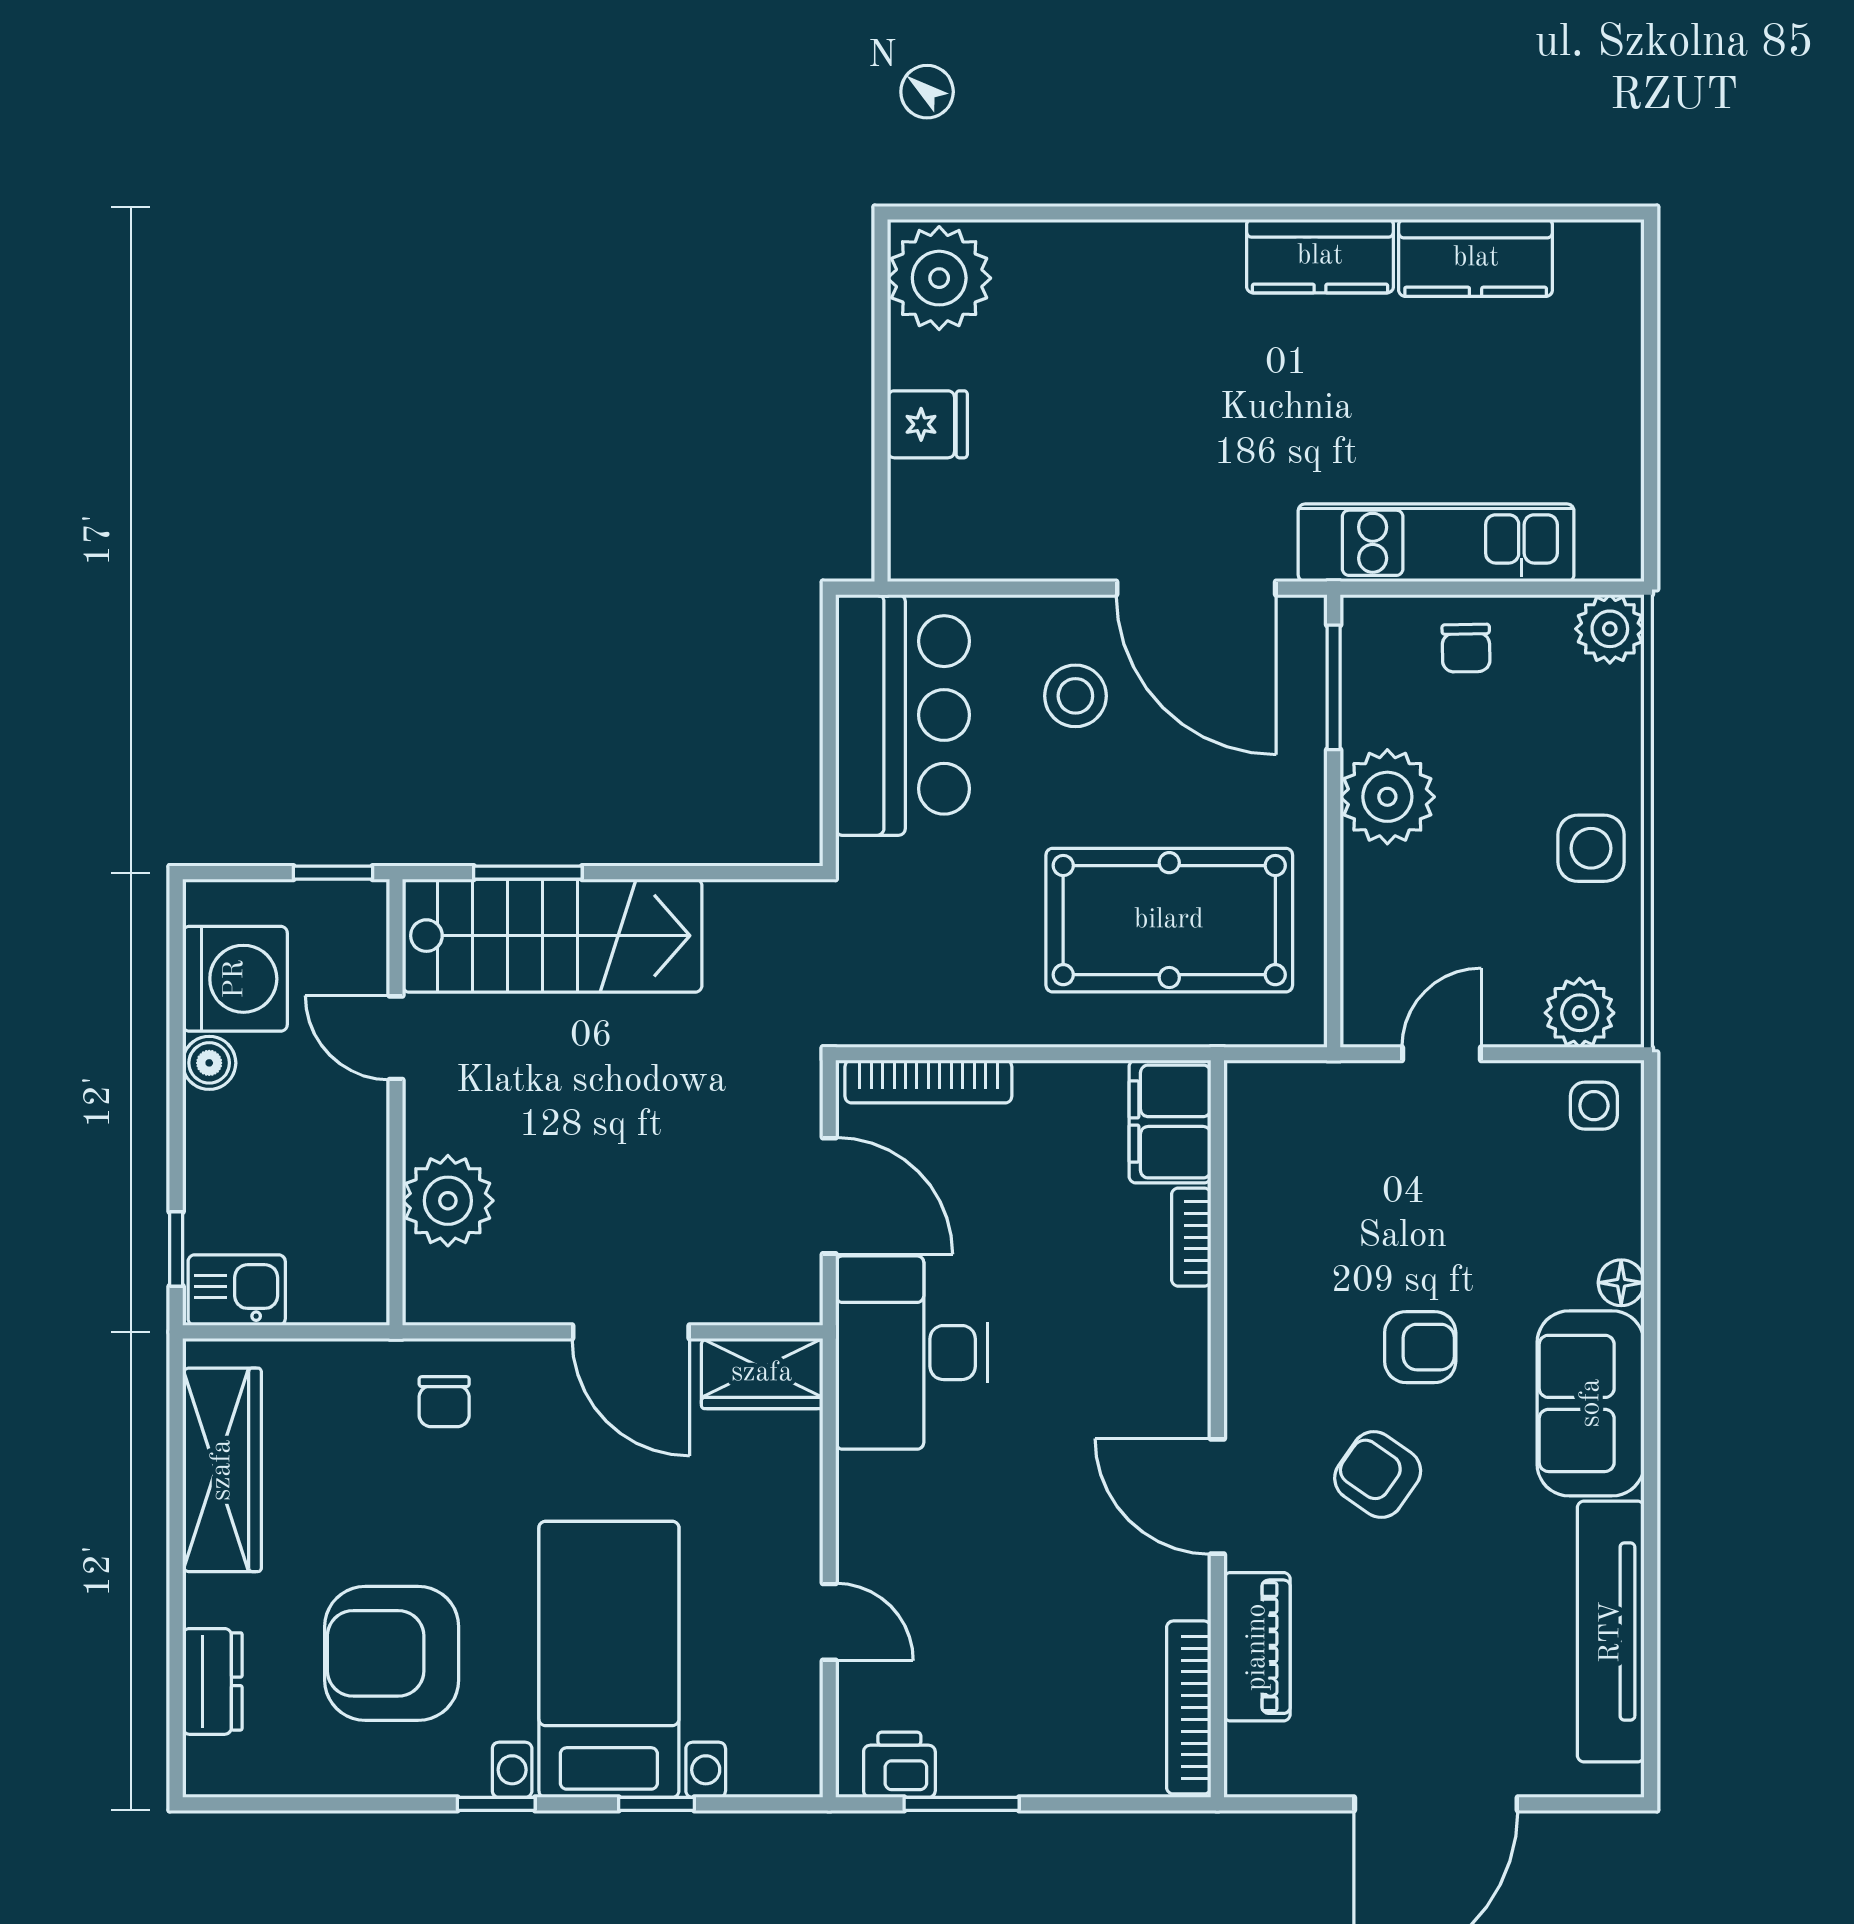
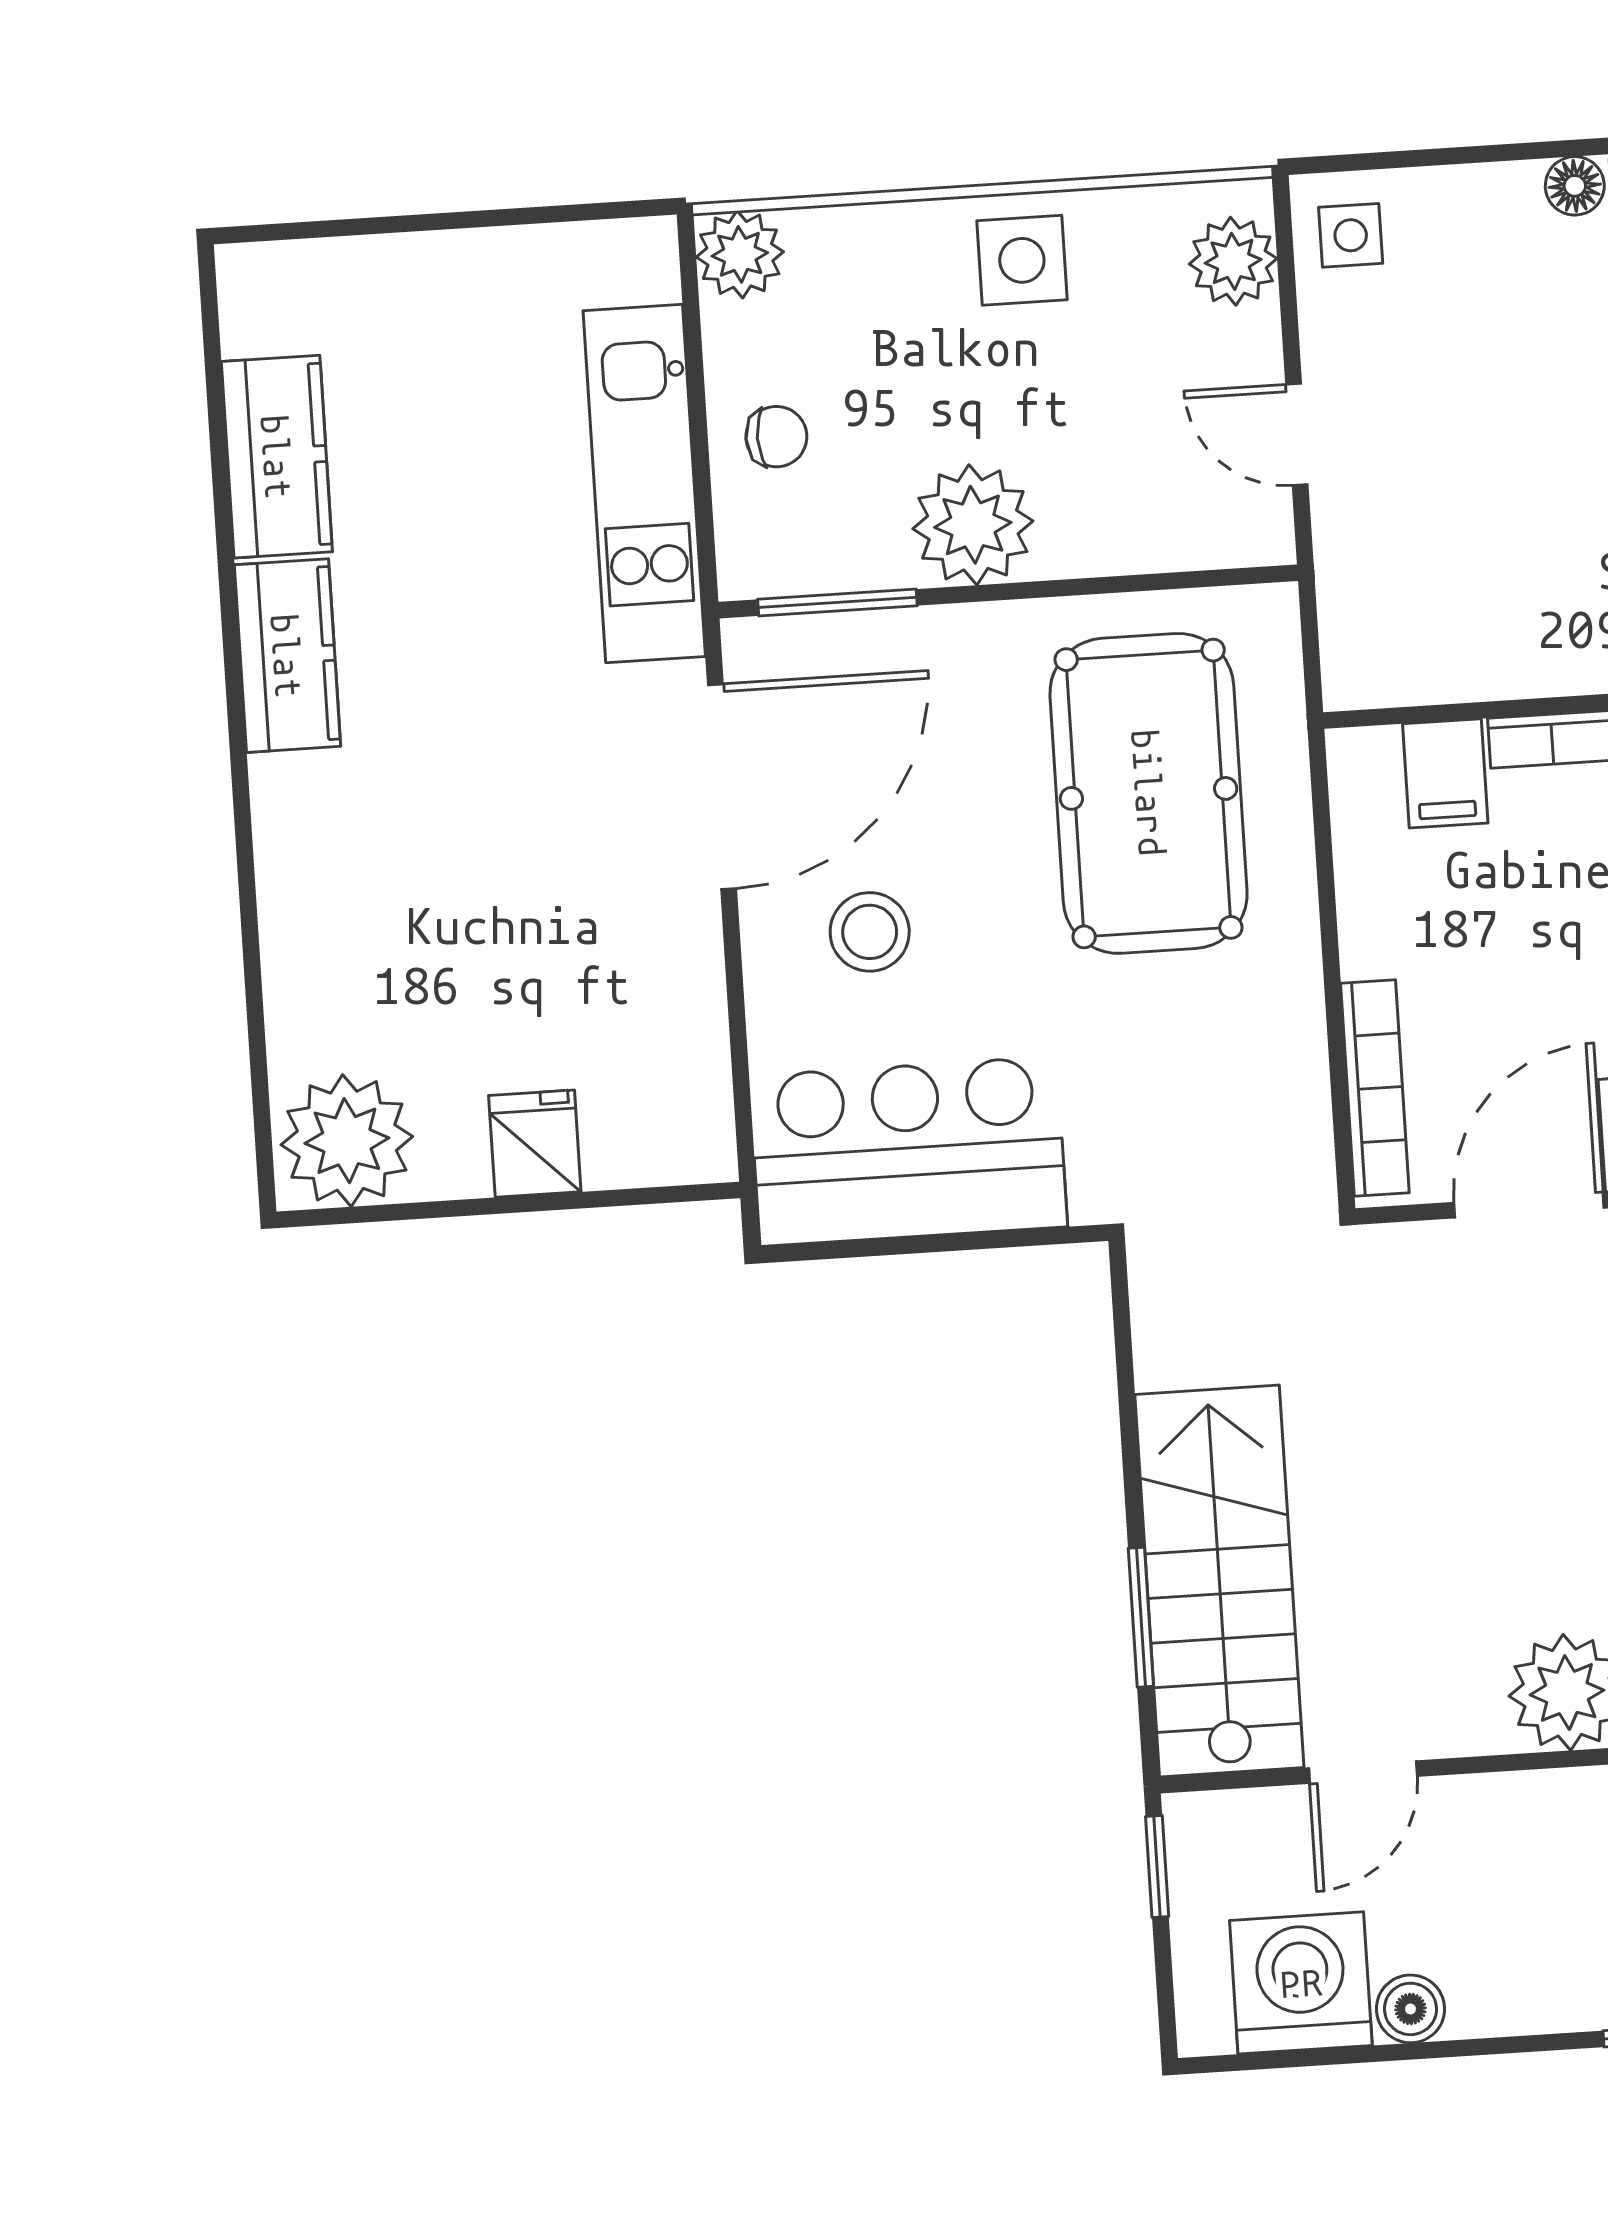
filing cabinet: (1170, 1122) -> (1445, 773), width x0.50

